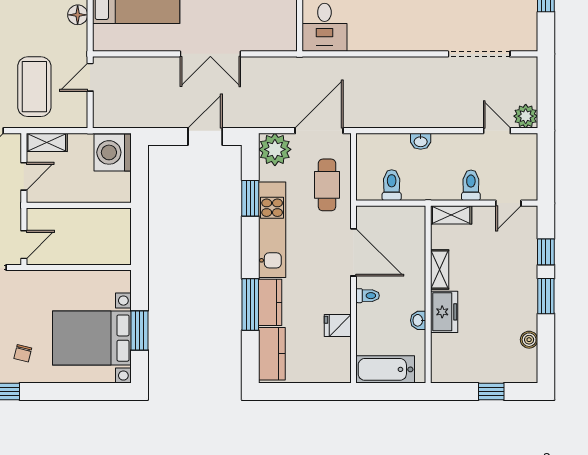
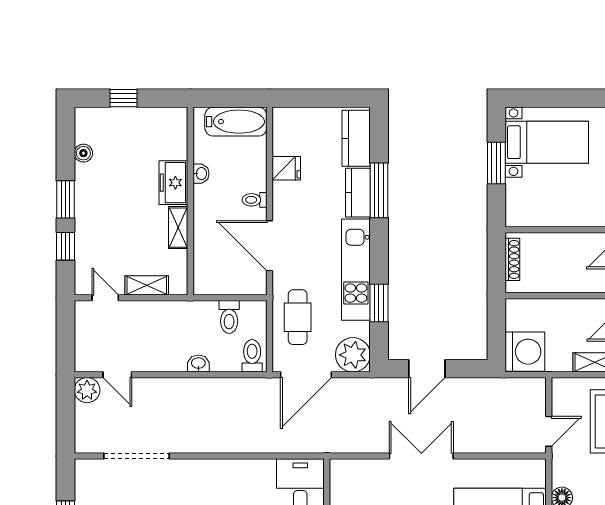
toilet: (471, 185) -> (252, 356), moved, turned 180
door: (508, 203) -> (105, 298), hinge flipped
shelving: (451, 215) -> (147, 285), moved
shoe rack: (124, 239) -> (512, 259), added
bed with nightstands: (92, 338) -> (547, 142), width x0.73

